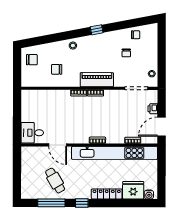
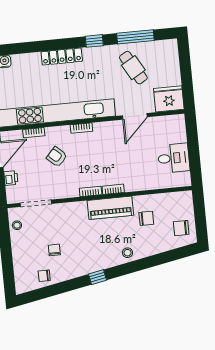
piano: (97, 80) -> (110, 208), moved
armchair: (118, 121) -> (57, 157), added
desk: (32, 133) -> (174, 158), moved
door: (58, 145) -> (135, 116), swing flipped
fridge: (133, 190) -> (169, 99), moved, turned 180

